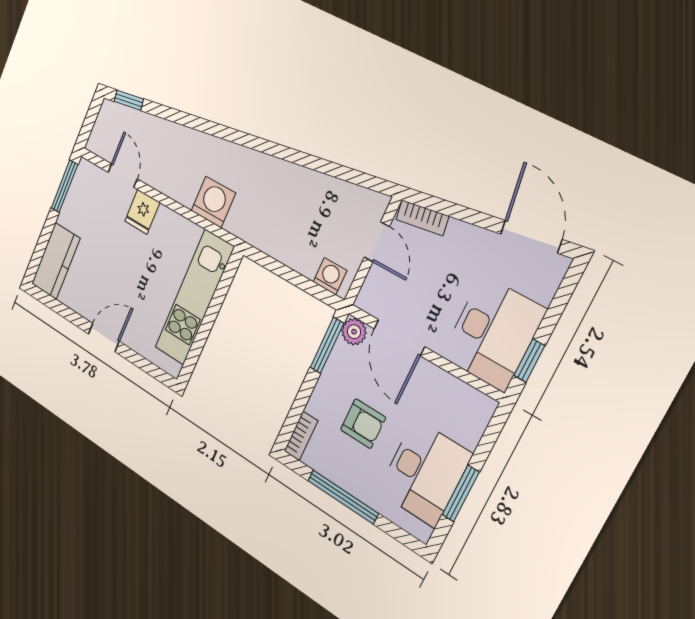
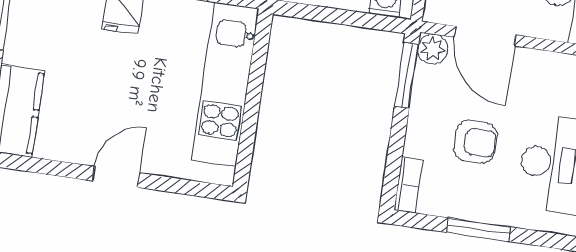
window: (343, 497) -> (478, 230), width x0.69

